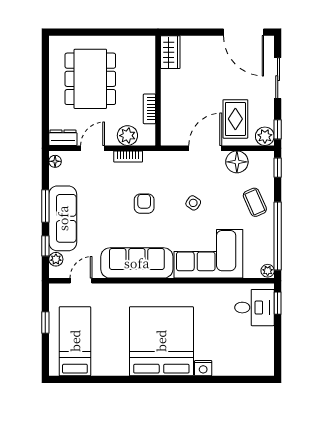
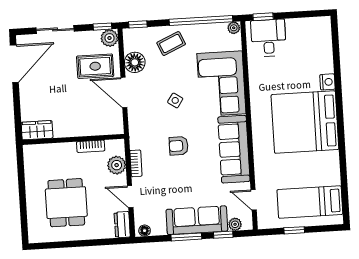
dining table: (90, 79) -> (66, 203), width x0.73

